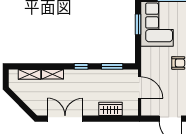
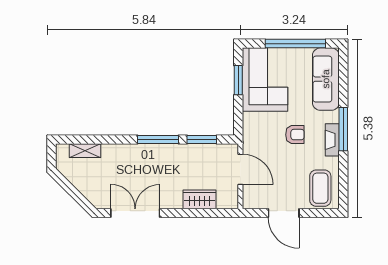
window: (81, 66) -> (158, 139), width x2.17
shelving: (52, 74) -> (118, 150), removed

